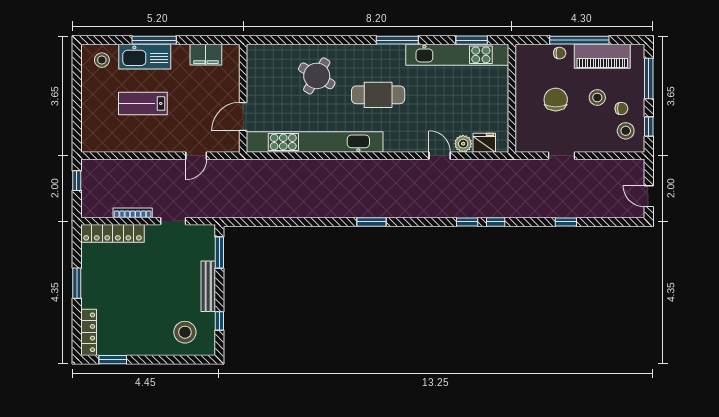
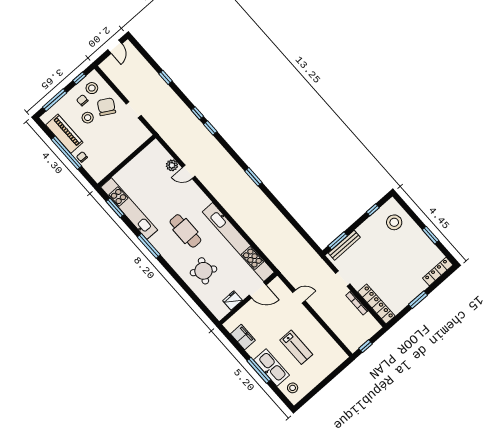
chair: (556, 100) -> (106, 107), moved, turned 120
fridge: (484, 143) -> (233, 301), moved, turned 90
door: (440, 156) -> (189, 172), hinge flipped
bench: (208, 286) -> (344, 245), moved
window: (113, 360) -> (430, 235), moved

